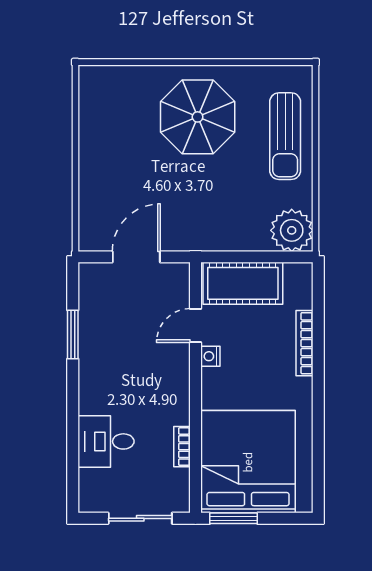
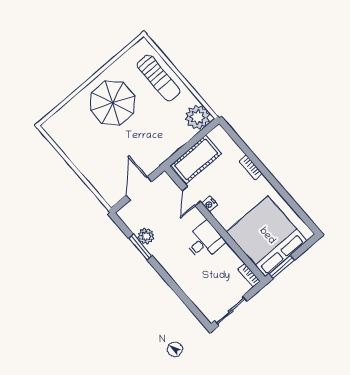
plant: (92, 327) -> (146, 236), added
bookcase: (305, 343) -> (251, 168), width x0.64
desk: (106, 441) -> (204, 241), moved, turned 180
bookcase: (182, 447) -> (249, 275), moved
sliding door: (140, 518) -> (231, 311), moved

